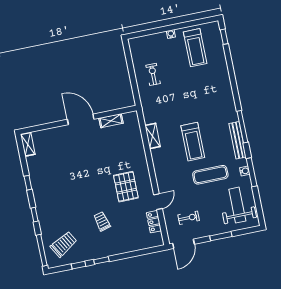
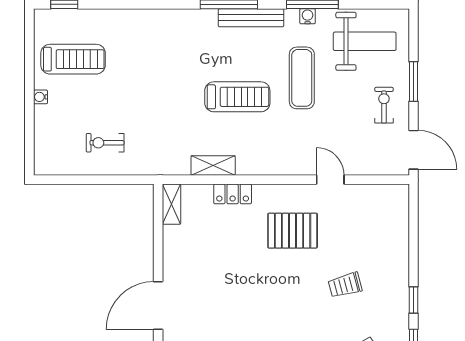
door: (81, 119) -> (158, 305), moved
shelving: (111, 121) -> (171, 204), moved
weight bench: (237, 205) -> (365, 41), turned 180
exercise bike: (189, 218) -> (384, 105), moved
locker: (154, 222) -> (233, 194), moved

